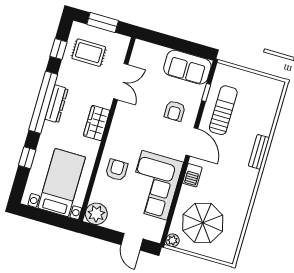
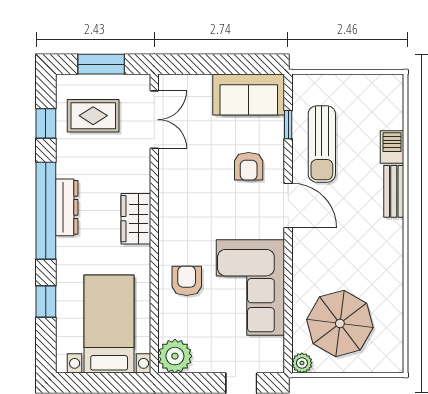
double door: (121, 82) -> (154, 120), moved
sun lounger: (223, 110) -> (322, 144), turned 180
barbecue: (192, 175) -> (392, 147), moved, turned 180

